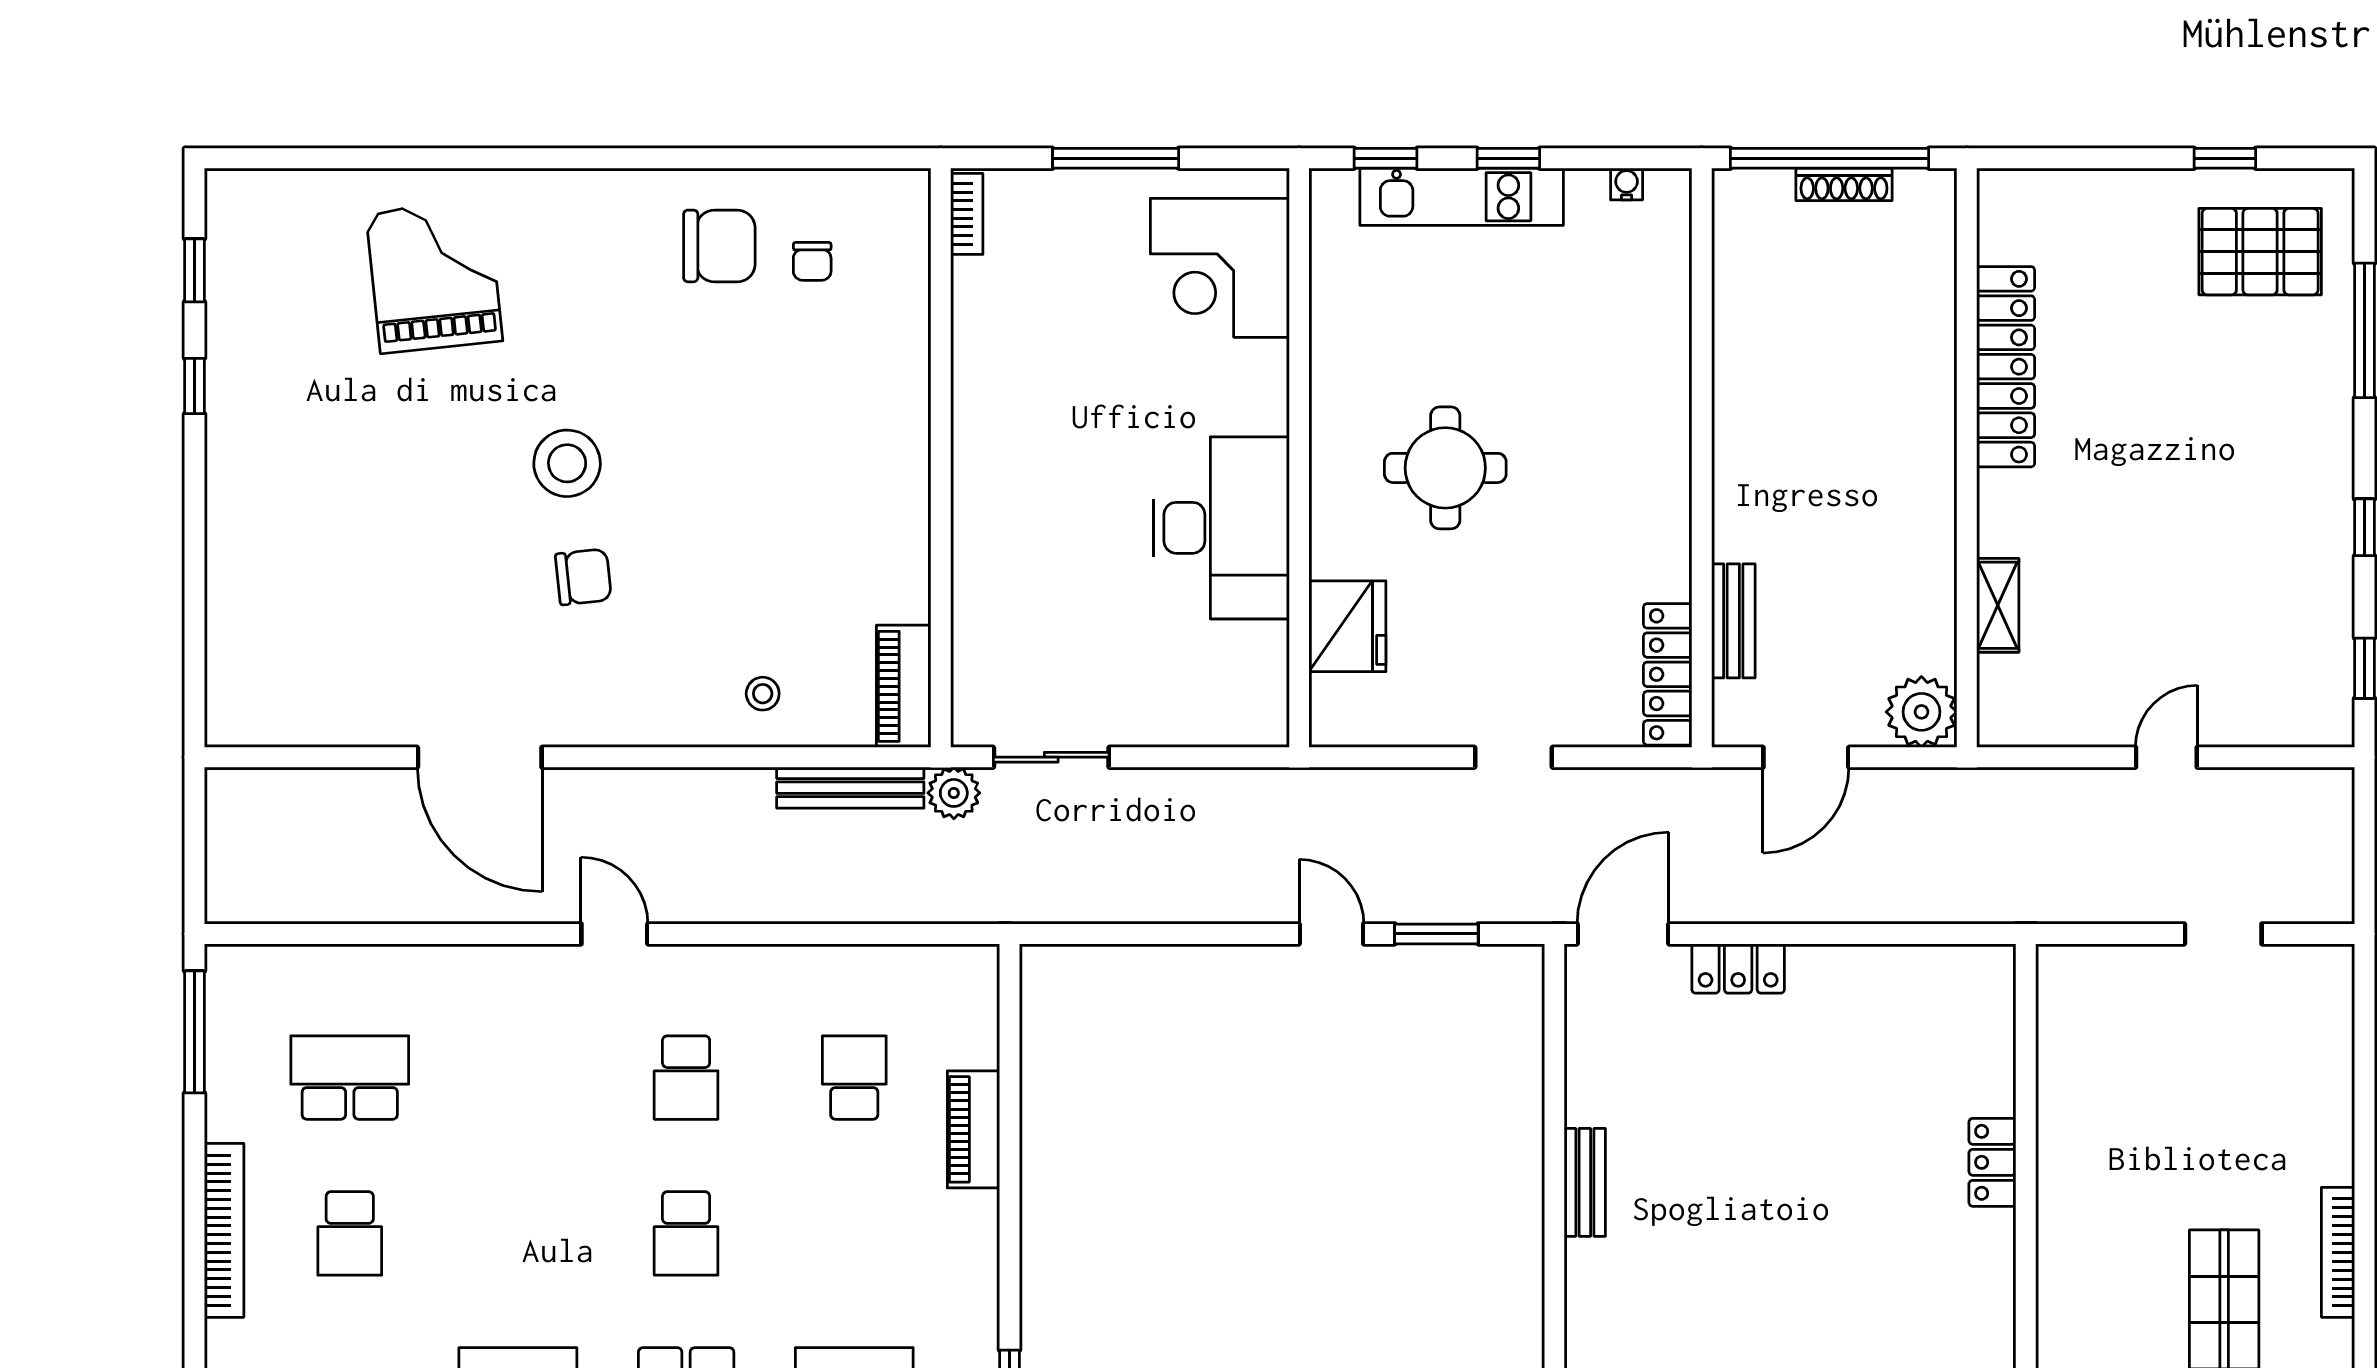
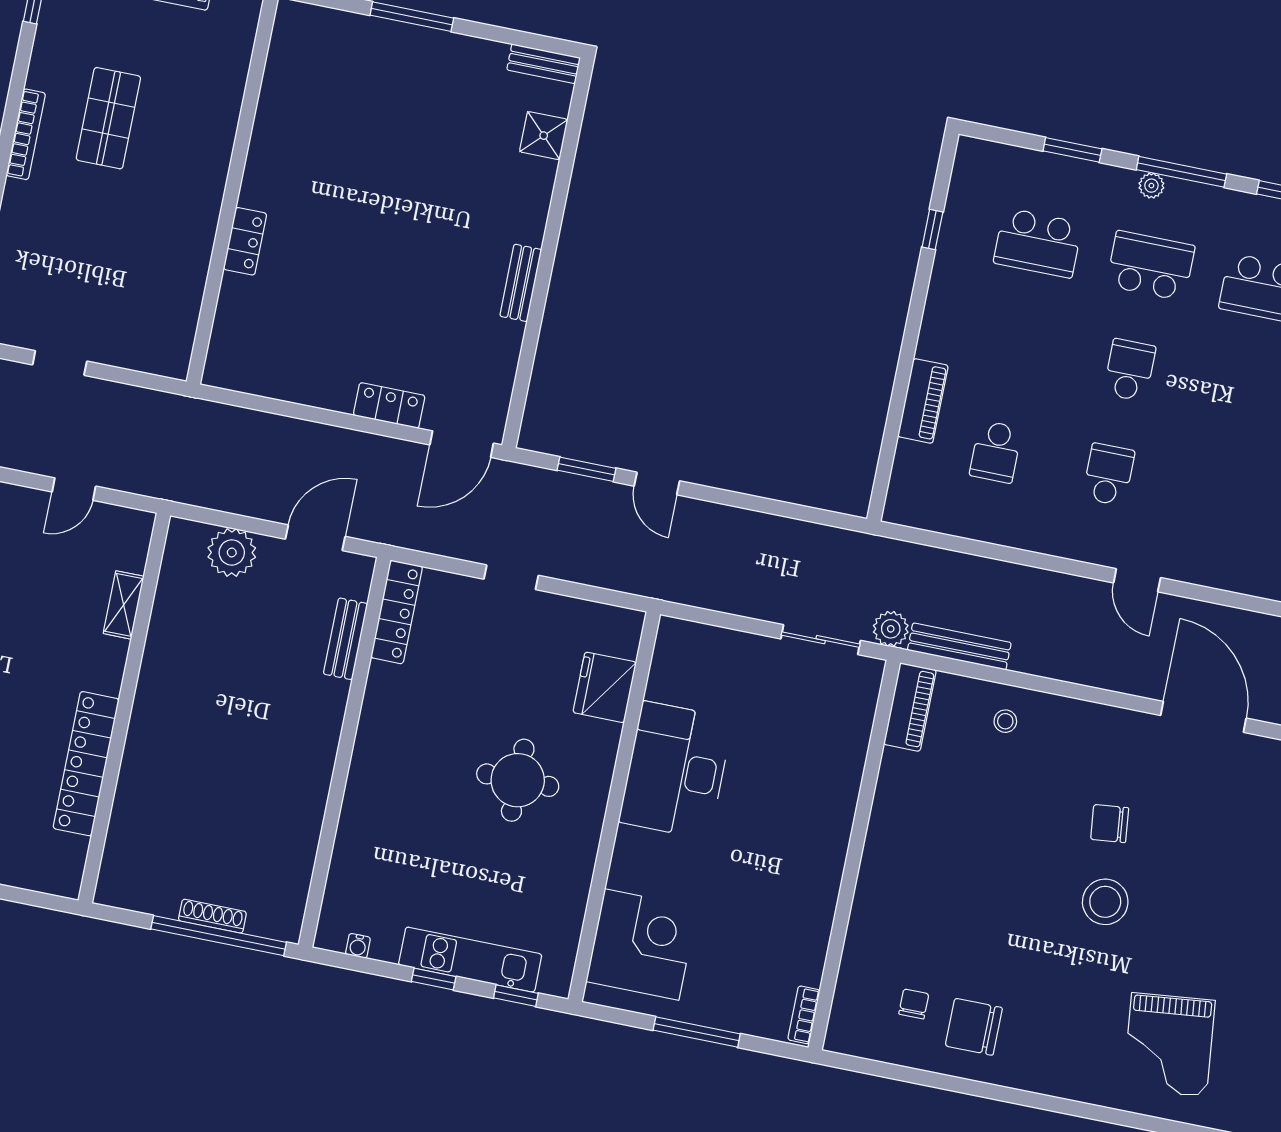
locker: (2006, 367) -> (86, 764), moved
wall: (1967, 458) -> (124, 708), moved
shelving: (1998, 605) -> (124, 605), moved

